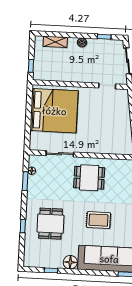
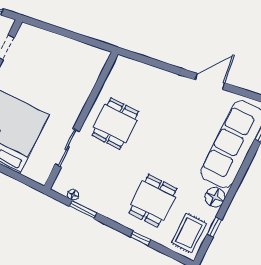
rug: (99, 220) -> (189, 233), moved
dining table: (51, 224) -> (153, 201), turned 90

